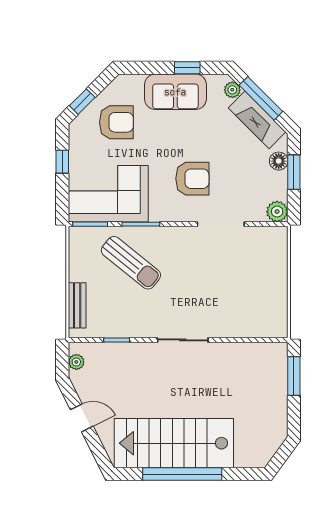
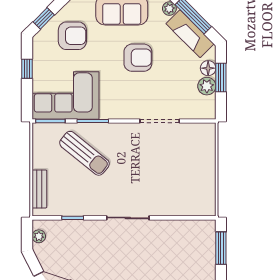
armchair: (192, 179) -> (138, 58), moved
plant: (277, 212) -> (207, 86), moved

